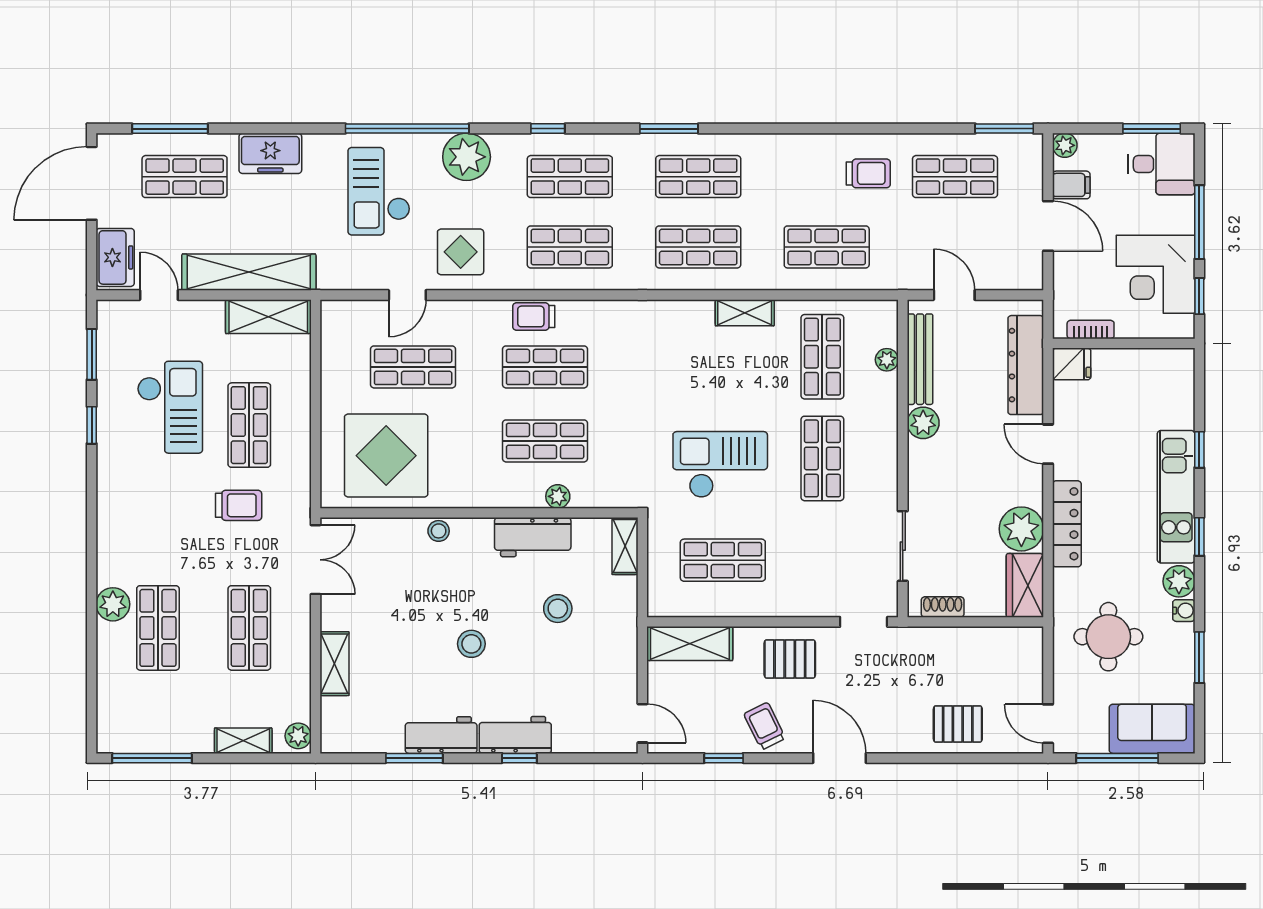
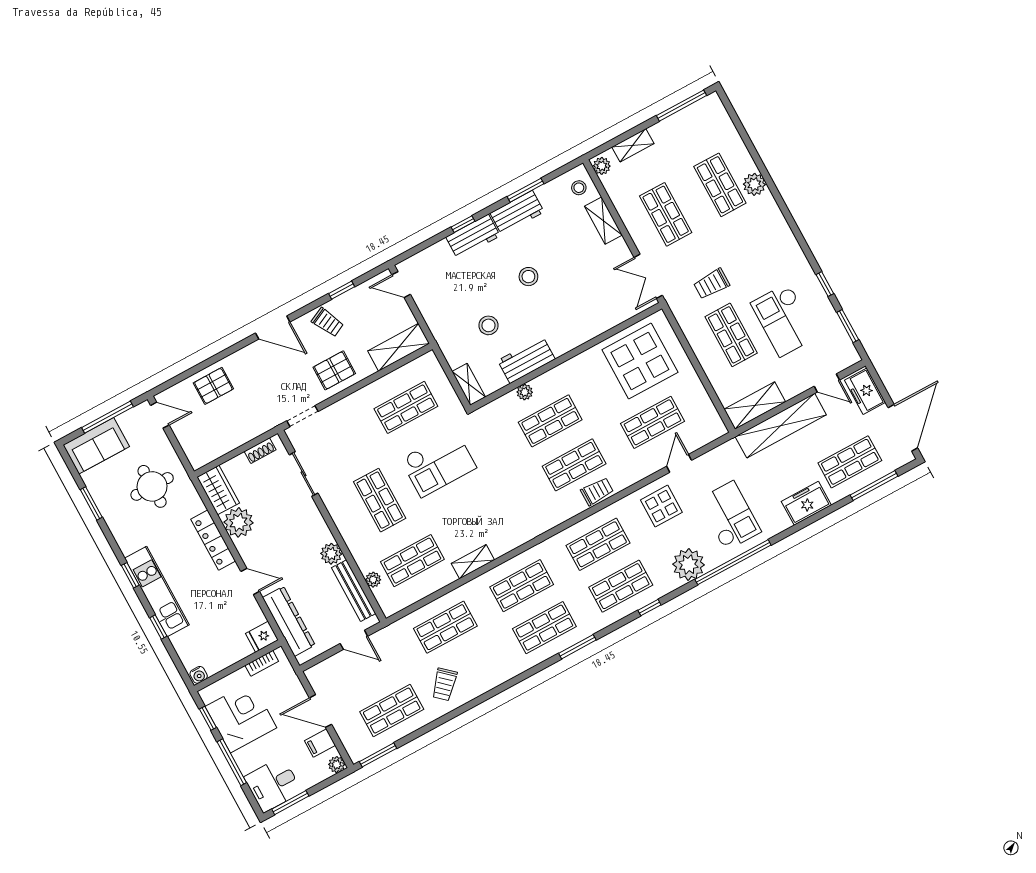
trolley: (868, 173) -> (444, 684), turned -48
shop shelf: (822, 357) -> (412, 561), turned 90
stool: (439, 531) -> (579, 188), moved
plant: (1179, 581) -> (128, 542), removed
water cooler: (1184, 611) -> (199, 675), moved, turned -90

